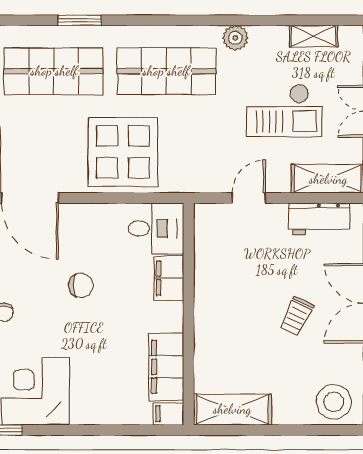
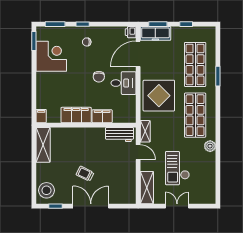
shelving: (314, 36) -> (145, 131), moved
workbench: (319, 219) -> (120, 134), moved, turned -90
desk: (156, 228) -> (123, 83), moved, turned -90
filing cabinet: (166, 367) -> (76, 115), moved

